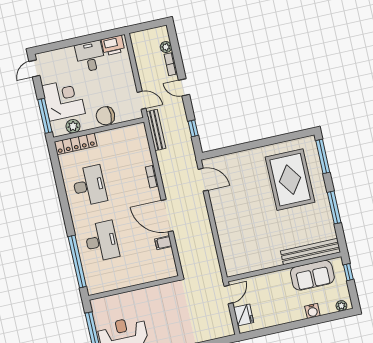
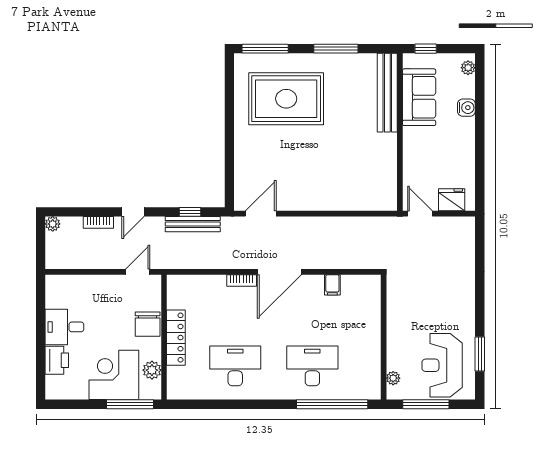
printer: (113, 45) -> (57, 360), moved
plant: (166, 47) -> (53, 224), moved
door: (34, 68) -> (64, 404), removed
bench: (156, 130) -> (193, 224), moved
locker: (76, 144) -> (176, 338), moved
door: (167, 216) -> (279, 272), moved
plant: (106, 301) -> (393, 378), added

